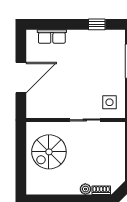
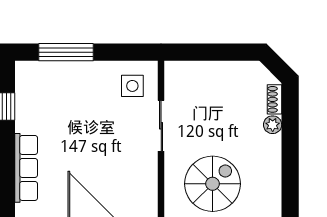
row of seats: (52, 36) -> (26, 168), width x1.48
spiral stairs: (49, 152) -> (213, 184), turned -90

